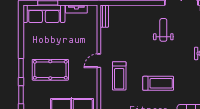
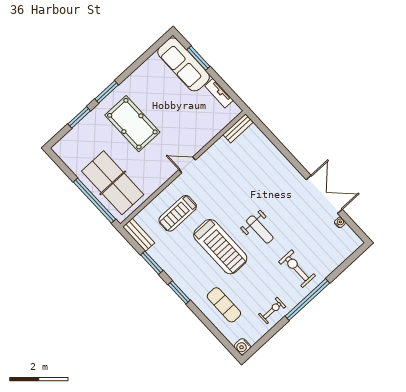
weight bench: (163, 30) -> (260, 229), moved, turned 90
treadmill: (119, 76) -> (178, 213), moved
treadmill: (158, 83) -> (220, 247), width x1.37, depth x1.38

